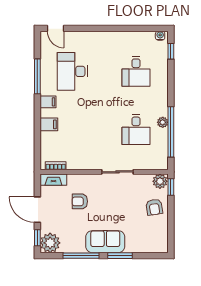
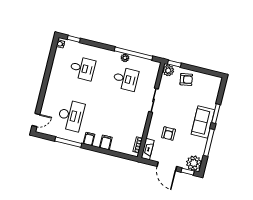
desk: (72, 71) -> (71, 115), turned -90
door: (37, 210) -> (167, 166), hinge flipped

